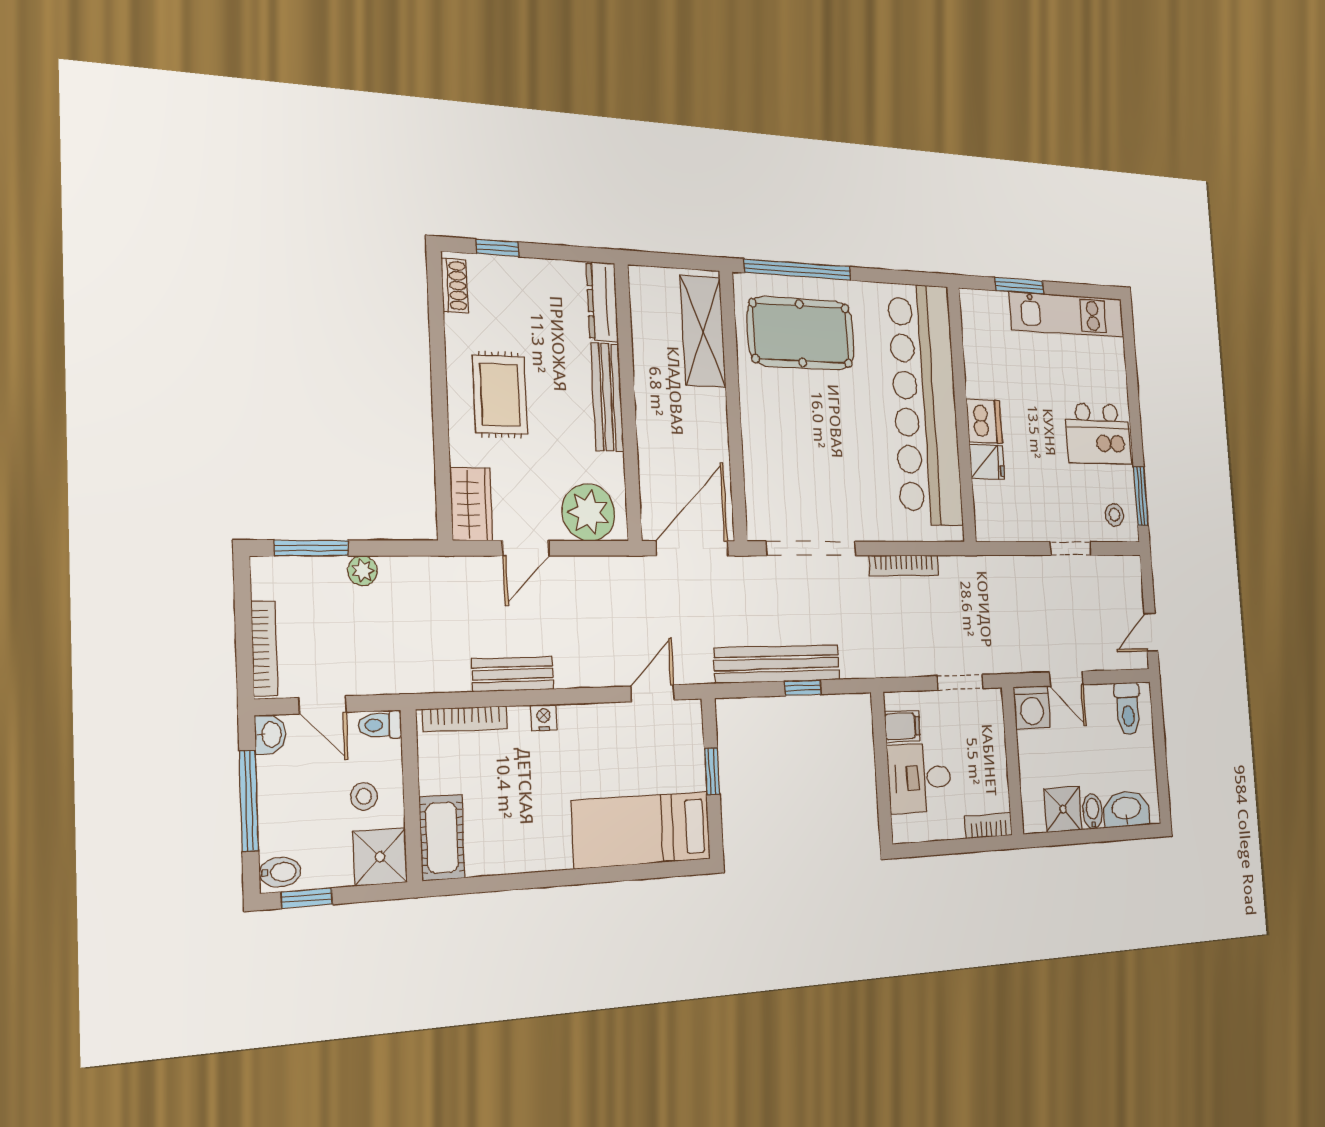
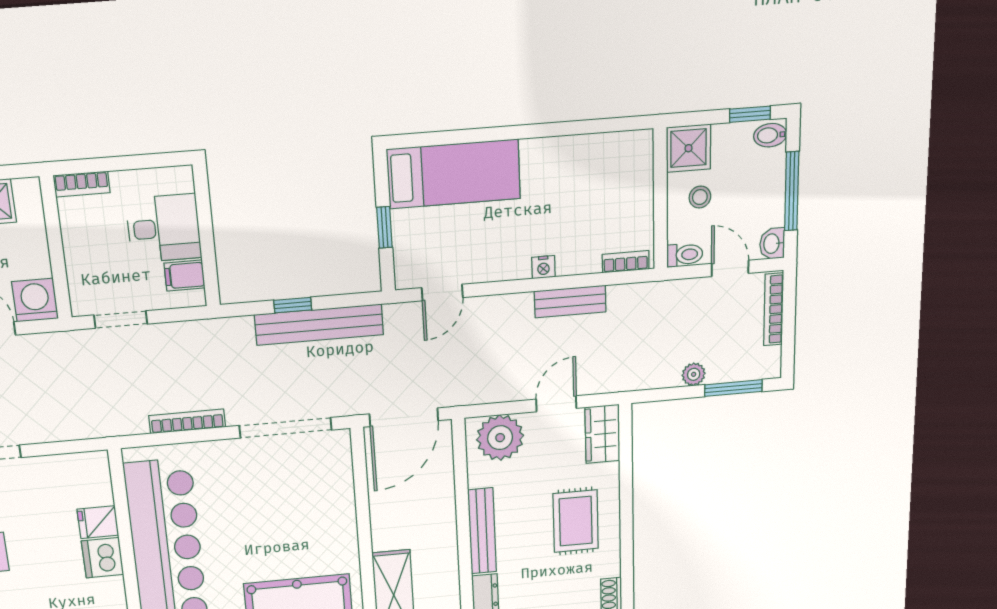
bookcase: (465, 719) -> (626, 262), width x0.64
cot: (442, 837) -> (635, 165), removed

